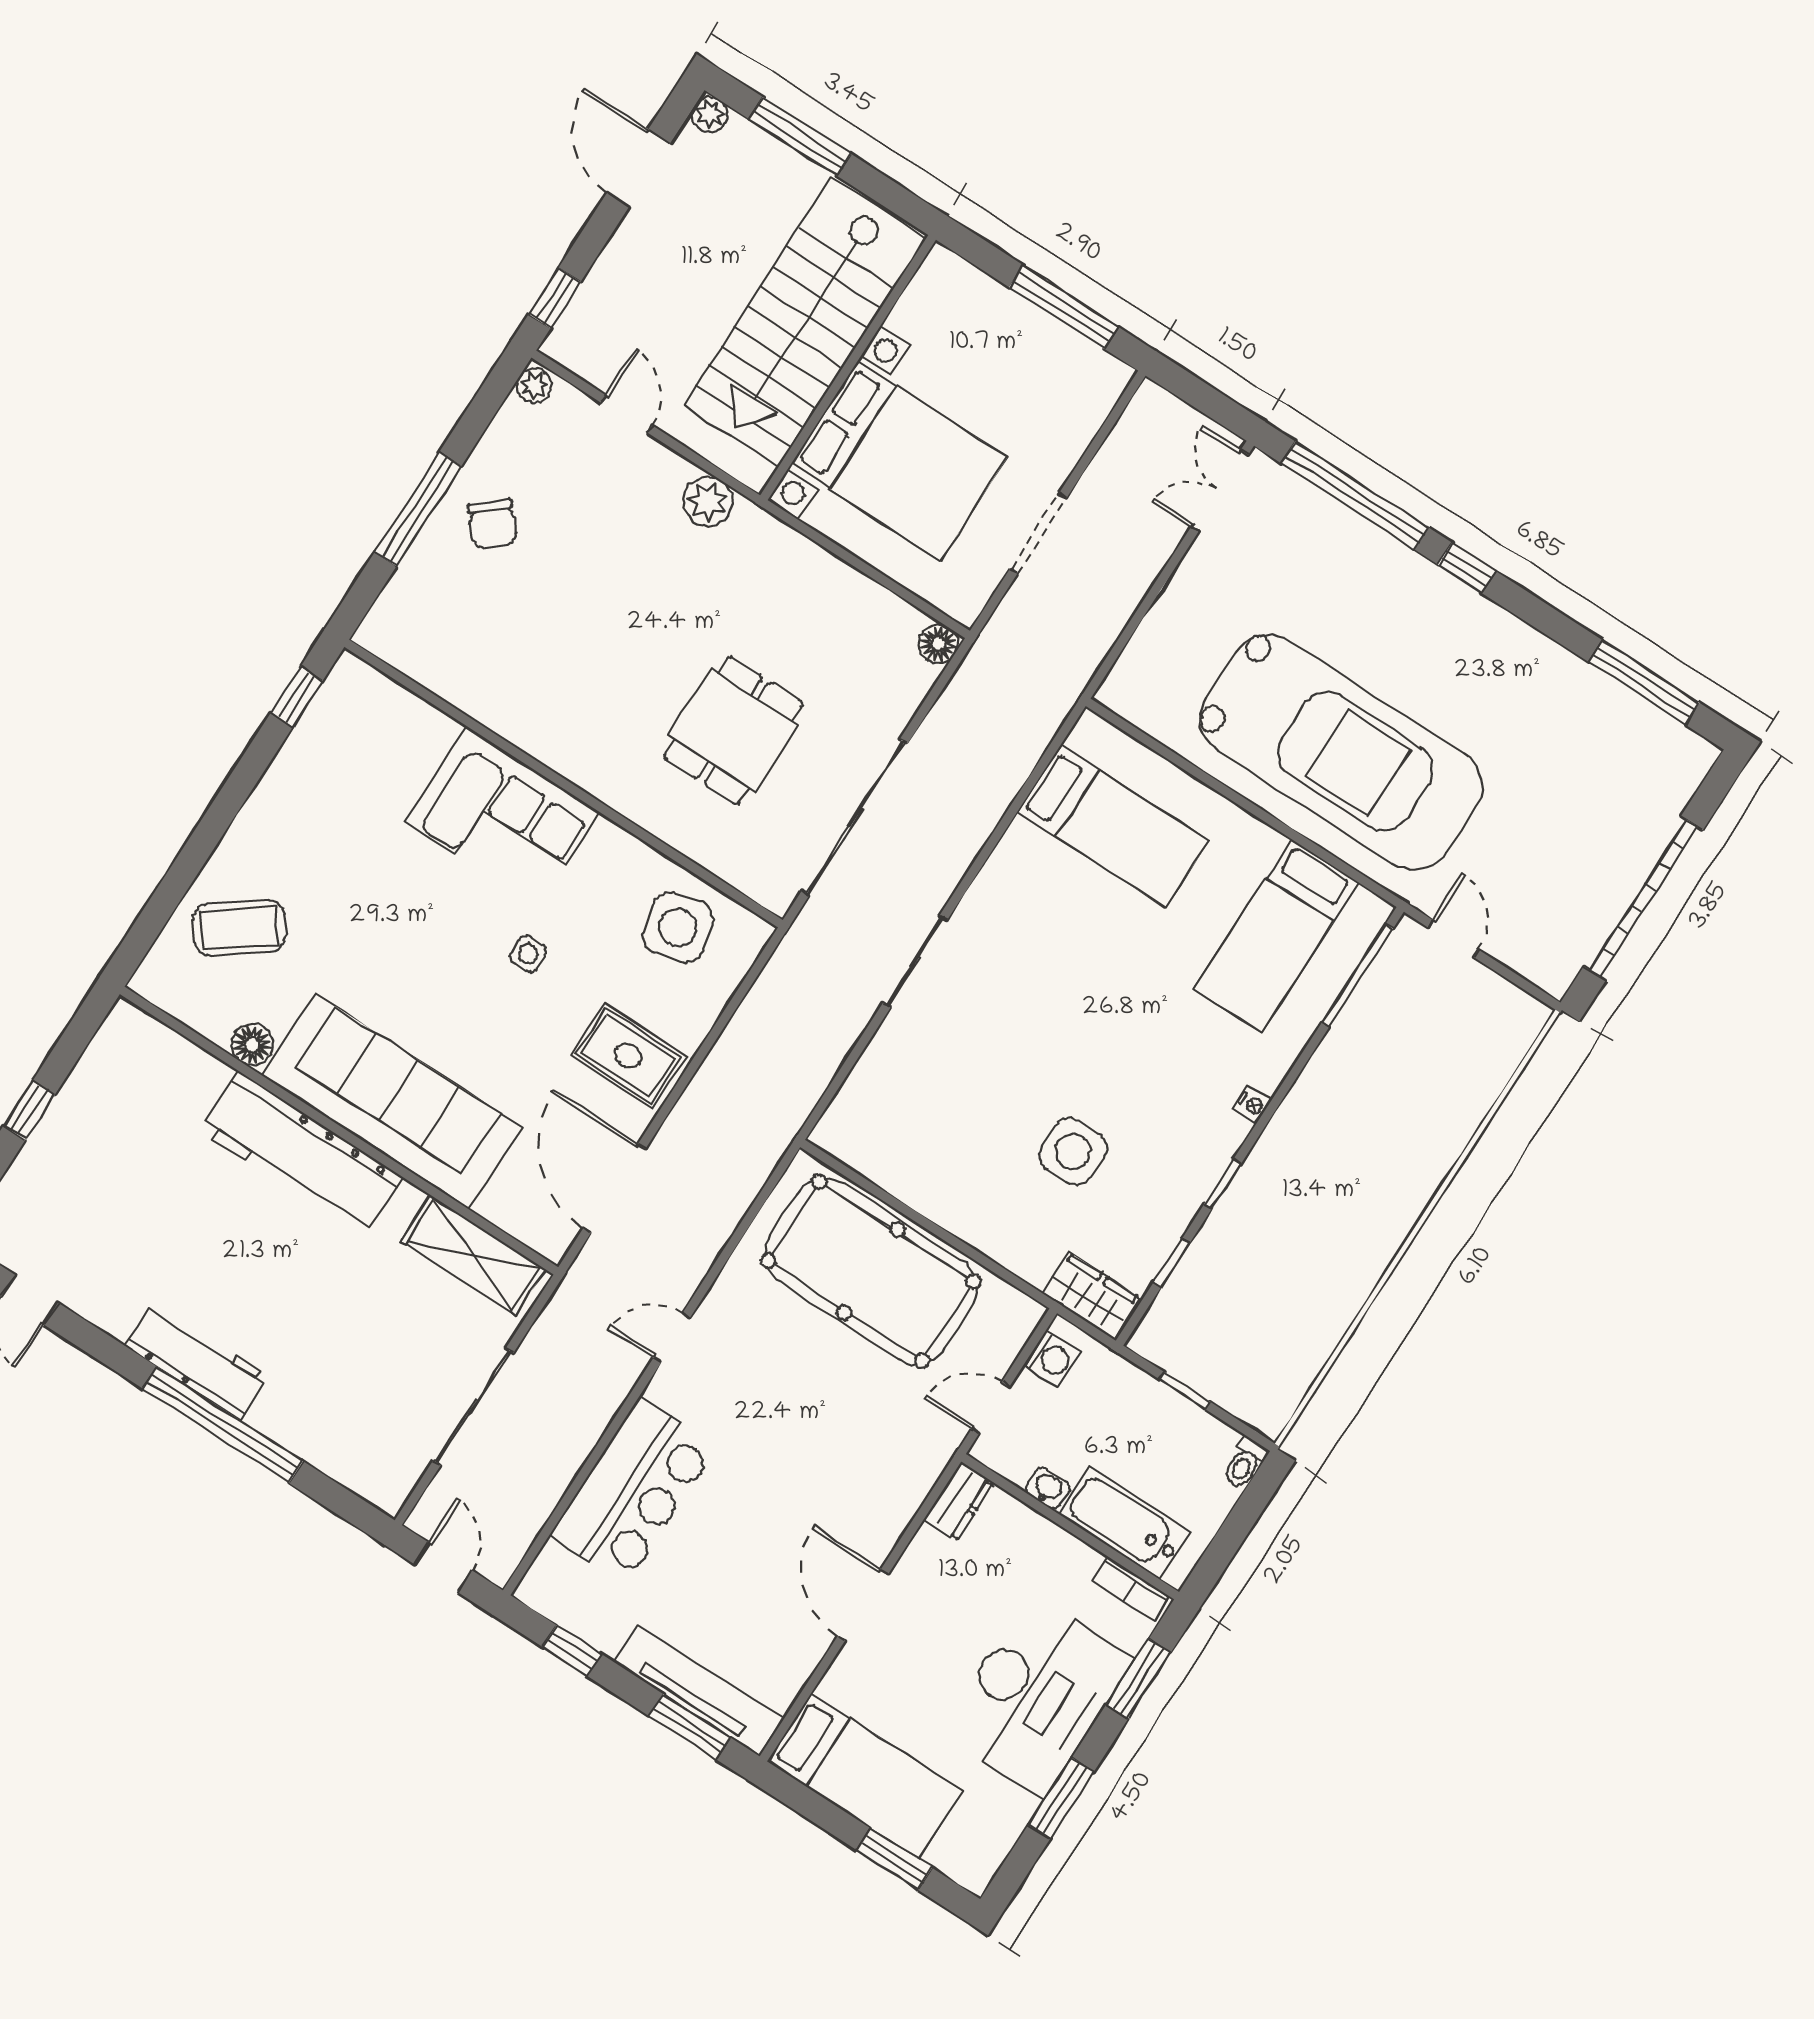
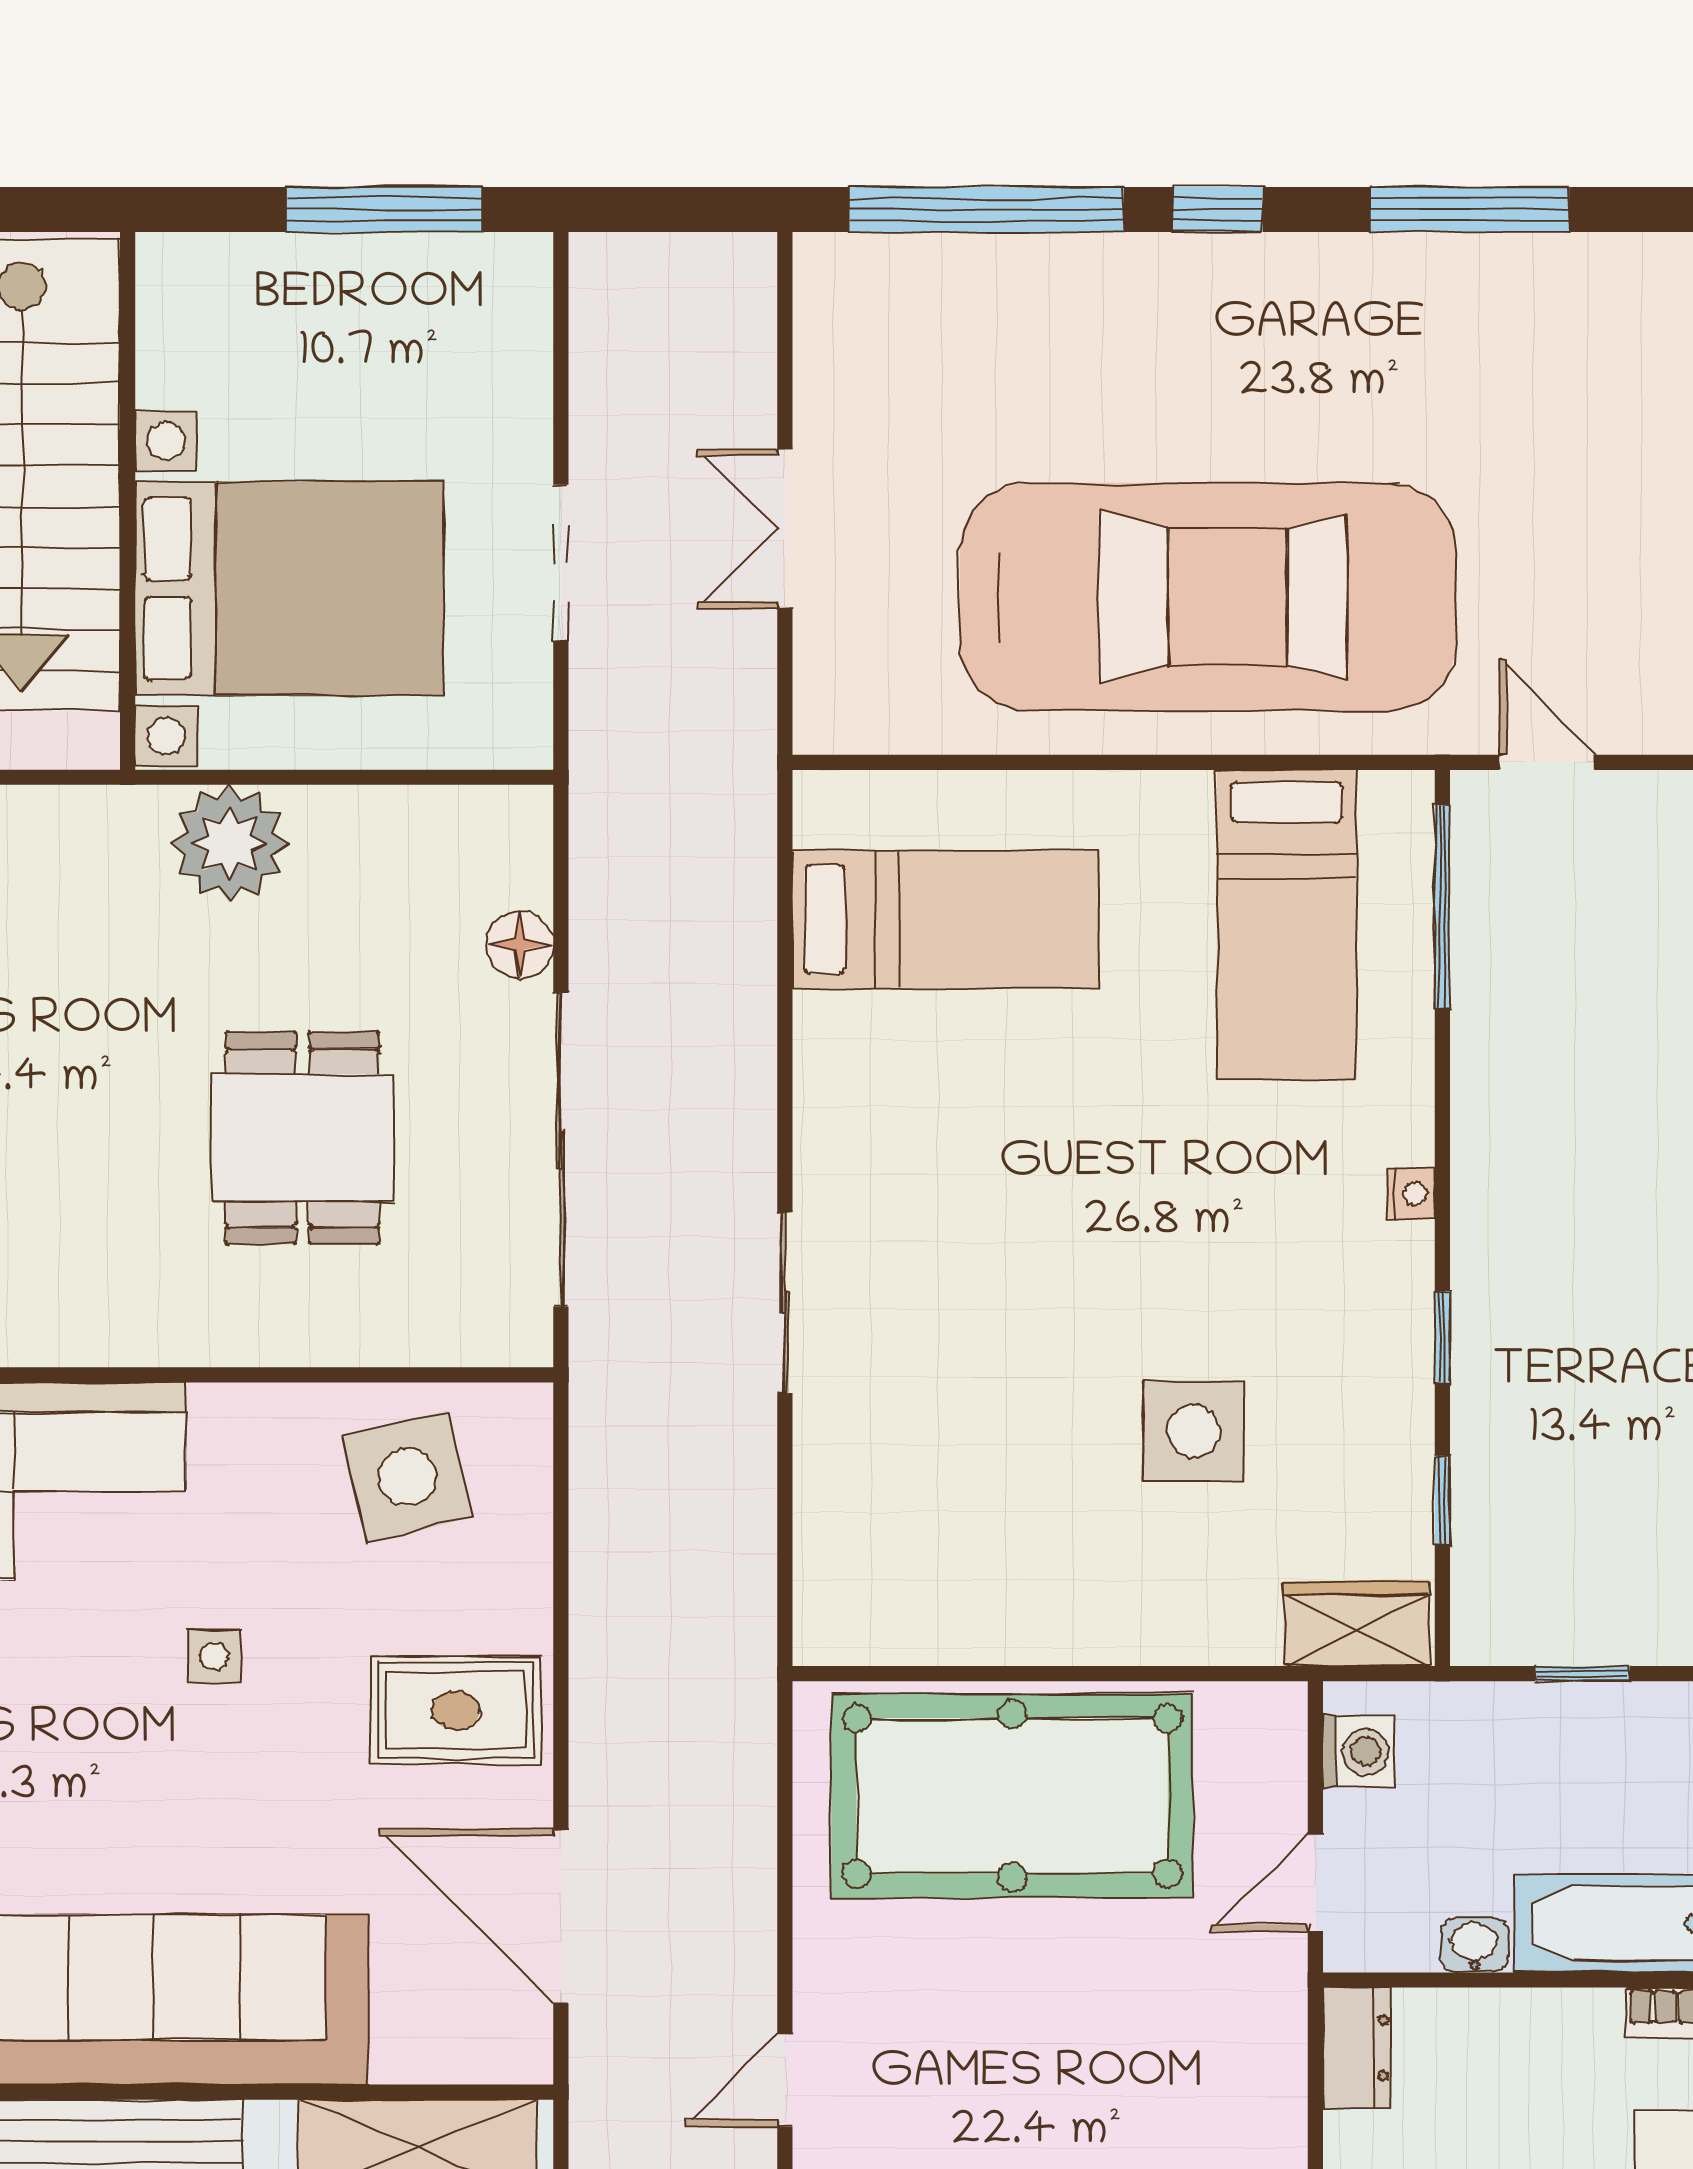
double door: (1220, 491) -> (785, 529), moved
plant: (708, 501) -> (230, 844), moved, width x1.36, depth x1.36
floor lamp: (938, 644) -> (520, 944), moved
window: (1644, 682) -> (1469, 210), moved

